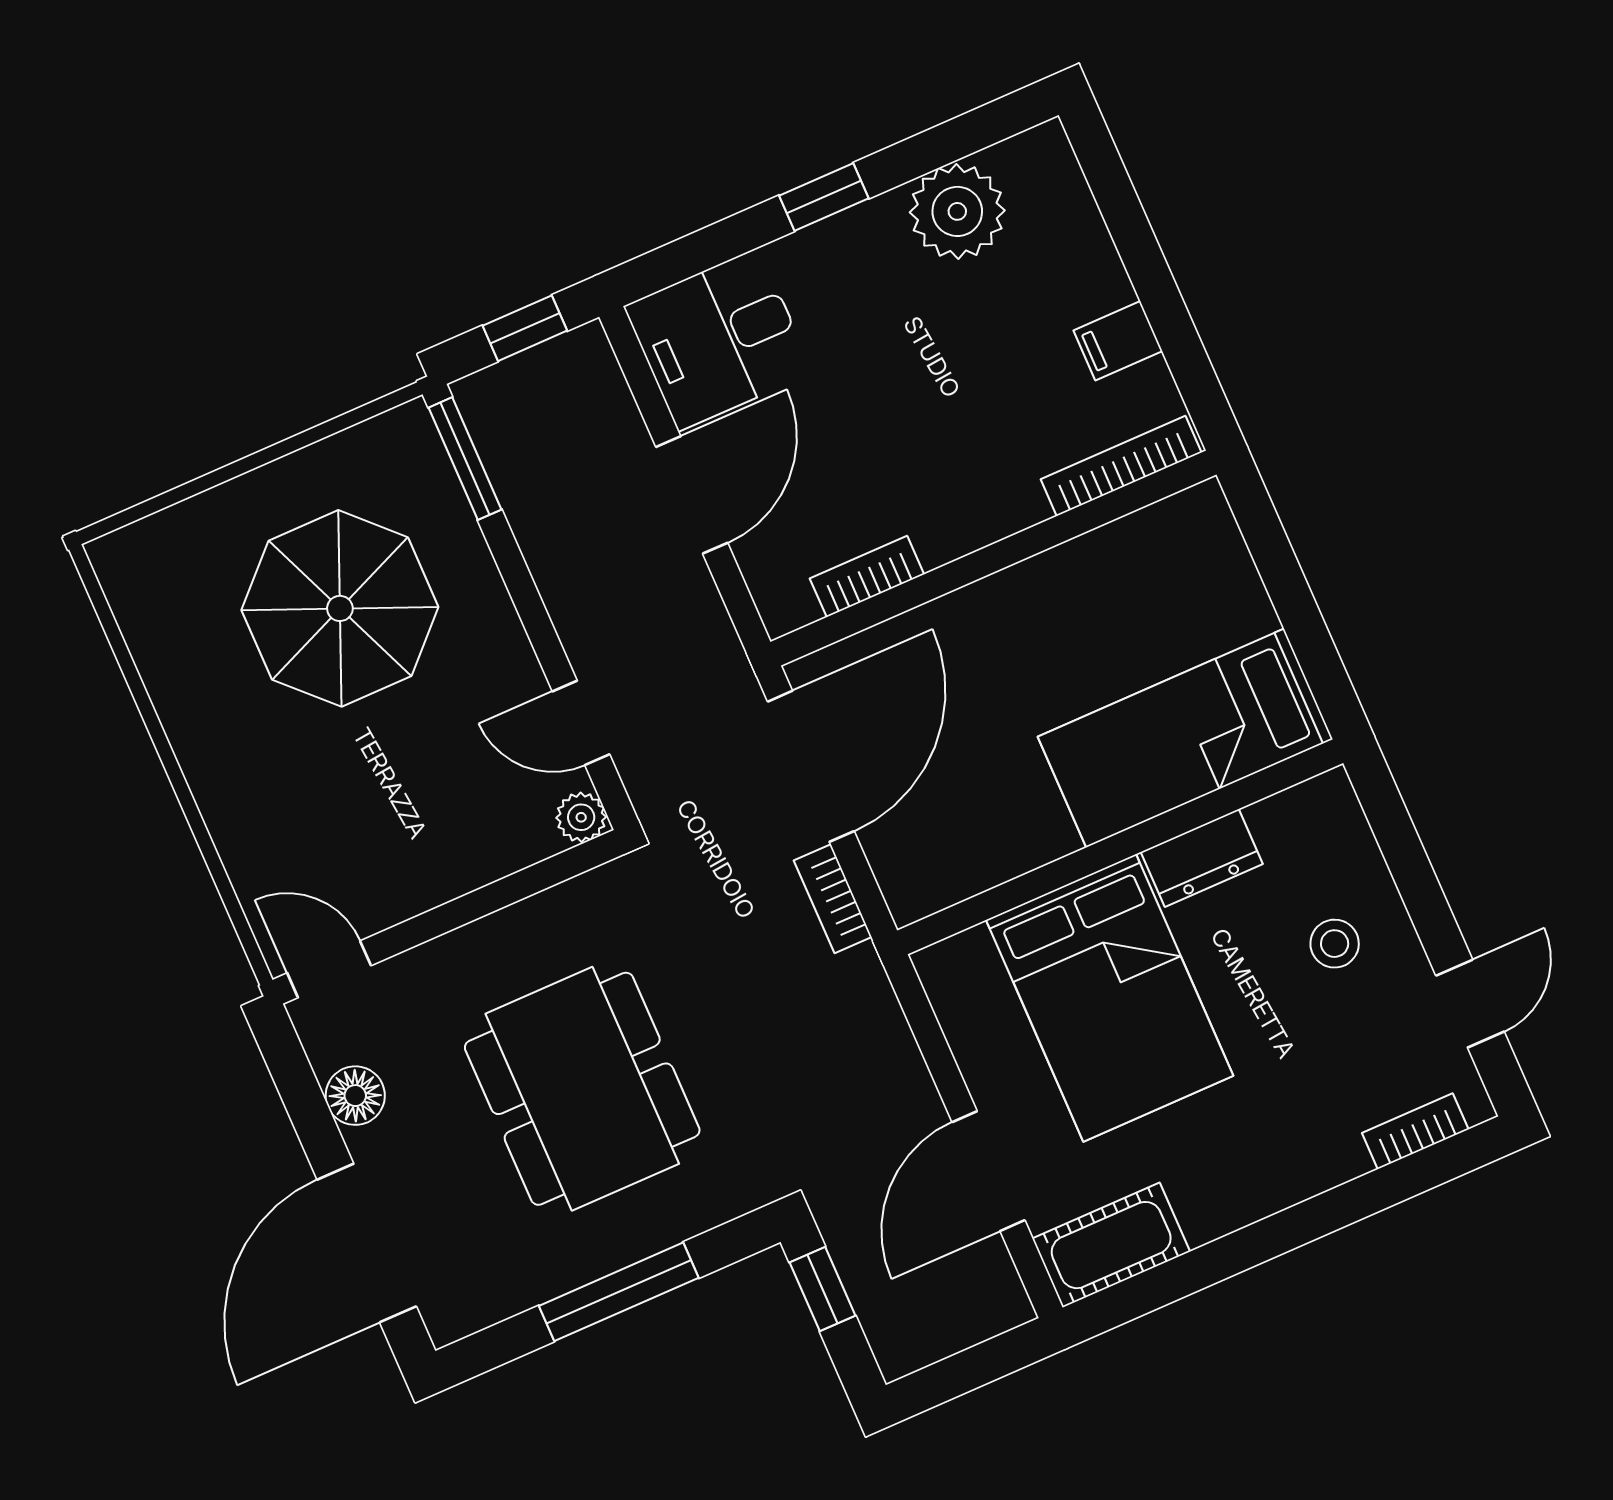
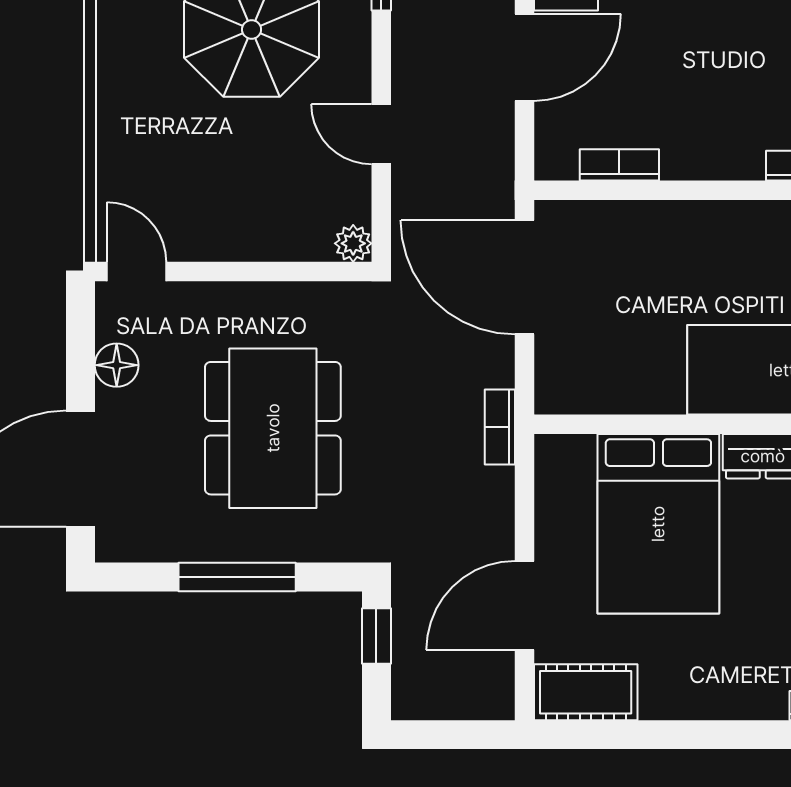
door: (581, 723) -> (381, 134), moved
door: (811, 766) -> (524, 277), swing flipped
bookcase: (833, 899) -> (500, 427), moved

